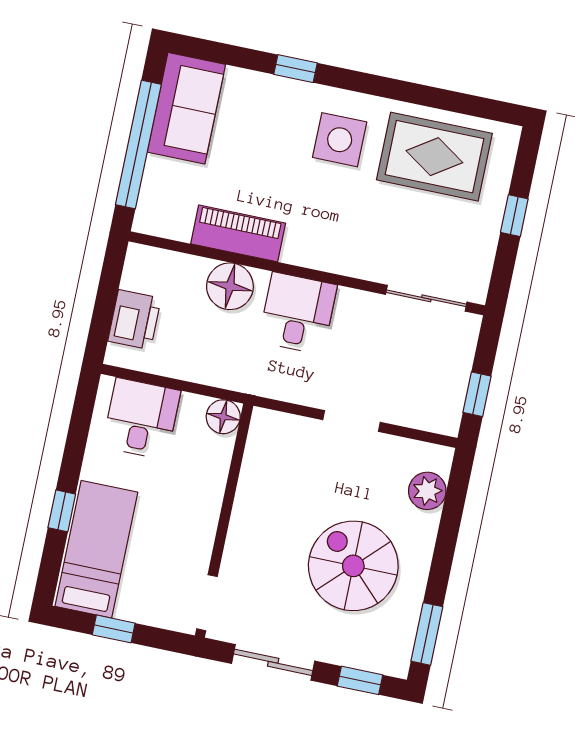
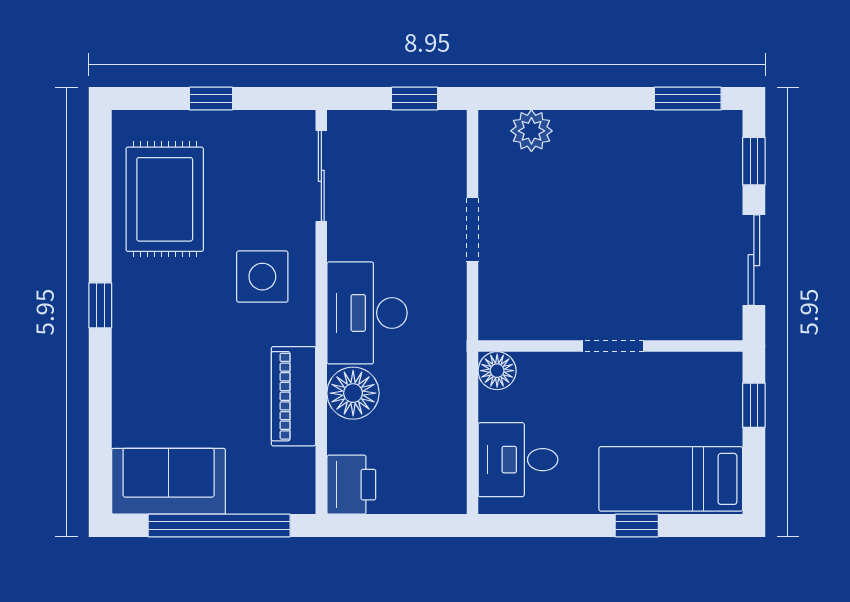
window: (296, 69) -> (100, 305), moved
side table: (340, 140) -> (262, 277), moved
desk: (298, 313) -> (367, 313), width x1.37
printer: (134, 320) -> (351, 485), moved, turned 90
spiral stairs: (353, 566) -> (630, 195), removed
doorway: (207, 603) -> (613, 346), moved
window: (114, 629) -> (754, 405), moved

